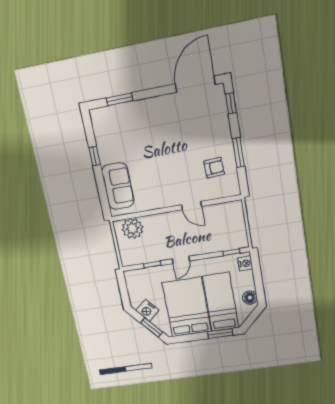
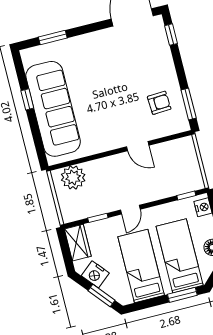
window: (238, 153) -> (189, 104), moved
sofa: (118, 186) -> (53, 109), width x1.85, depth x1.27
wardrobe: (134, 283) -> (78, 243), added
bed: (187, 307) -> (141, 266), width x0.67

